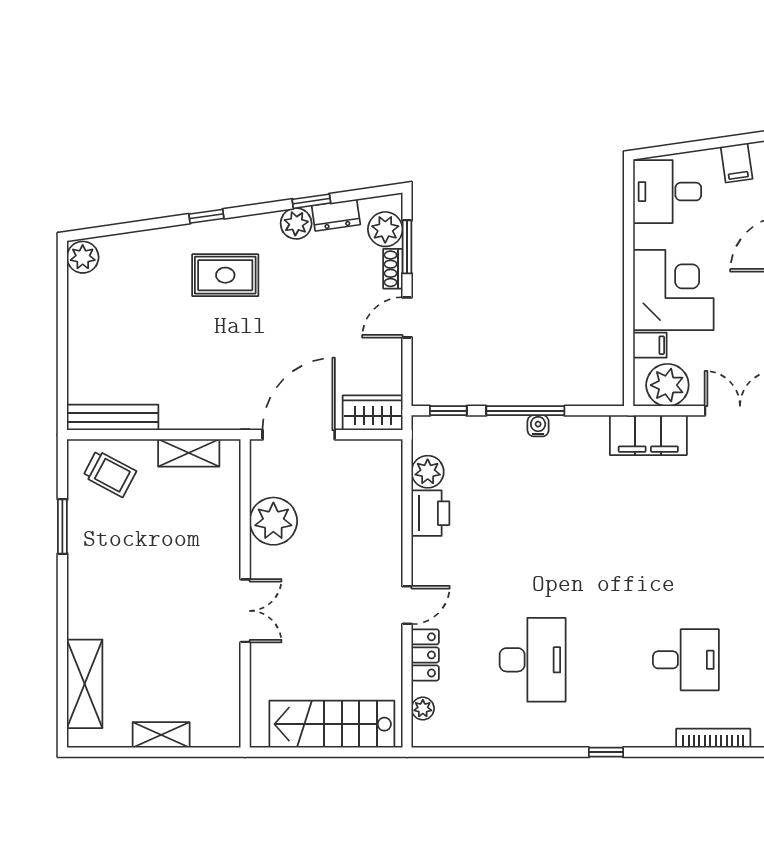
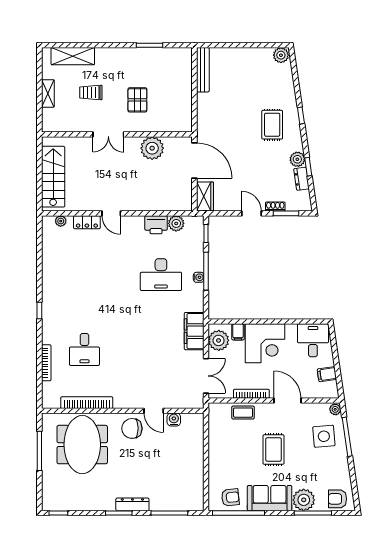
plant: (385, 229) -> (295, 203), removed
shelving: (189, 453) -> (185, 107), removed
trolley: (110, 474) -> (91, 93), moved, turned 62
pallet: (174, 551) -> (137, 100), added
desk: (533, 660) -> (161, 275), moved

